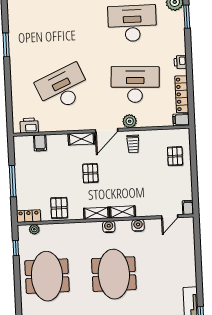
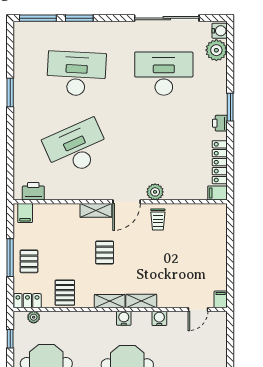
window: (187, 17) -> (230, 107), moved
desk: (135, 85) -> (76, 74), moved
filing cabinet: (40, 143) -> (25, 213), moved
pallet: (175, 156) -> (29, 261), moved

